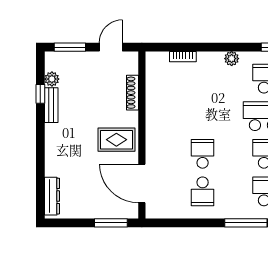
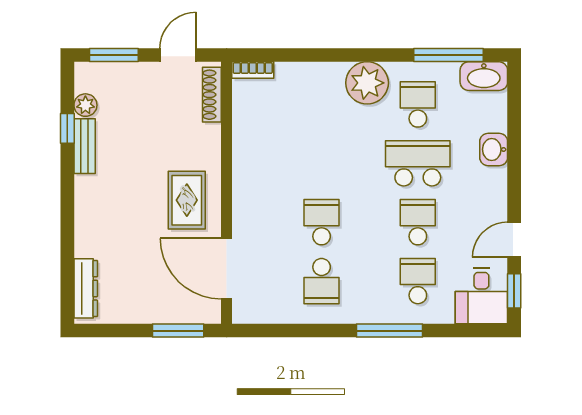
bookcase: (183, 57) -> (253, 70), moved
plant: (232, 59) -> (367, 83), width x1.88, depth x1.88
shoe rack: (133, 93) -> (212, 95), moved
rug: (116, 140) -> (187, 200), turned 90

